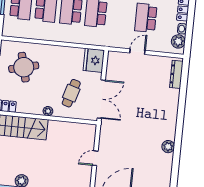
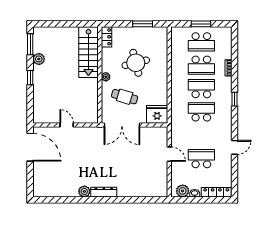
round table: (24, 67) -> (136, 63), moved
dresser: (176, 74) -> (104, 192), moved

